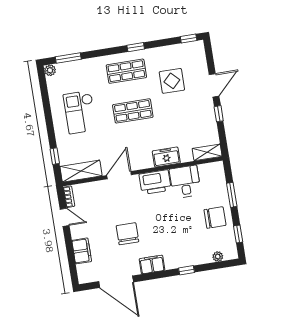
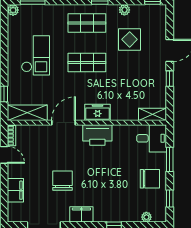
plant: (162, 52) -> (124, 10), added
checkout: (80, 112) -> (35, 55), turned 180
freezer: (166, 157) -> (98, 112), moved
desk: (185, 182) -> (152, 138), moved, turned 90

